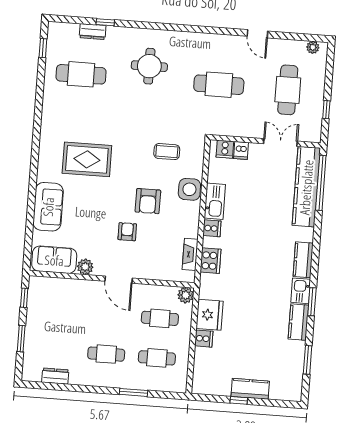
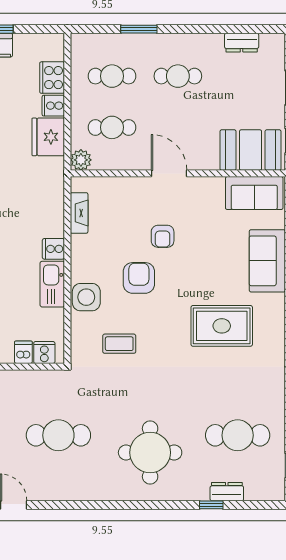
round table: (149, 66) -> (150, 453), width x1.36, depth x1.36
cooker: (211, 261) -> (52, 78), moved
plant: (85, 267) -> (213, 187), removed
booth: (55, 293) -> (251, 150), added

